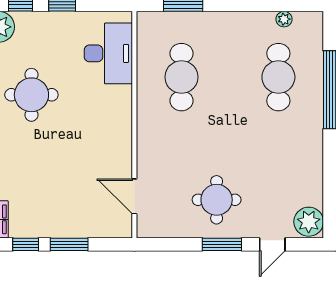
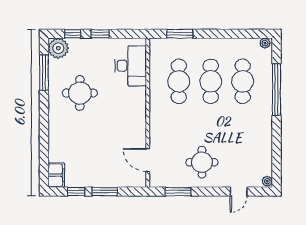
plant: (284, 19) -> (265, 43), moved
cafe table: (230, 77) -> (211, 81), added
plant: (309, 222) -> (267, 181), width x0.53, depth x0.53
window: (222, 244) -> (178, 192), moved

